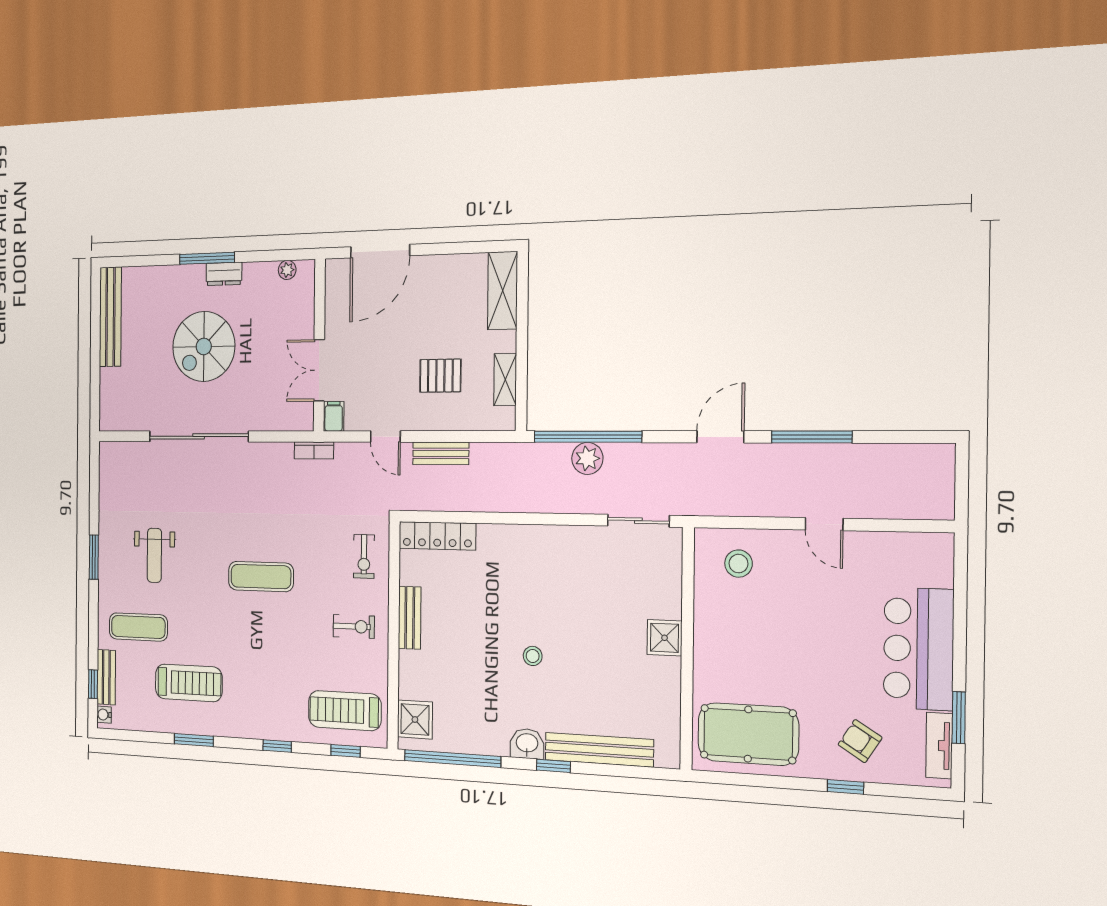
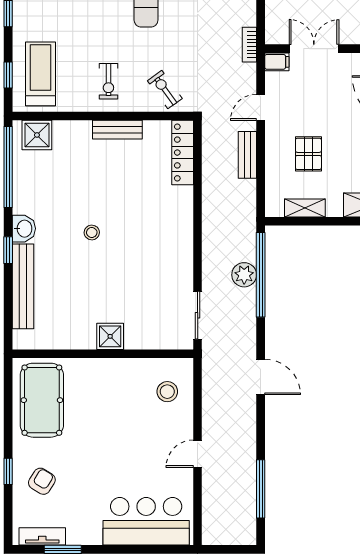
window: (812, 437) -> (261, 489), moved
exercise bike: (364, 556) -> (165, 90), turned 54
bar counter: (918, 649) -> (146, 521), moved

